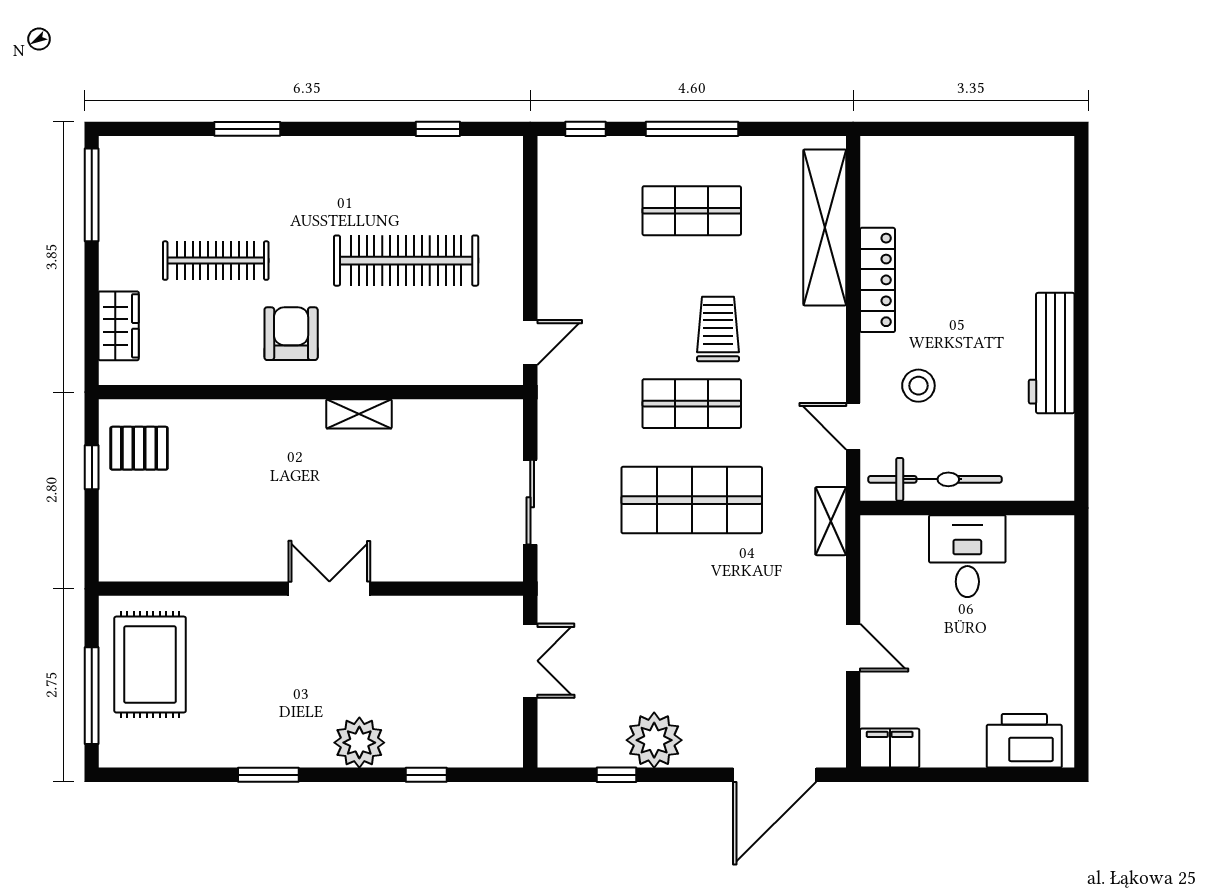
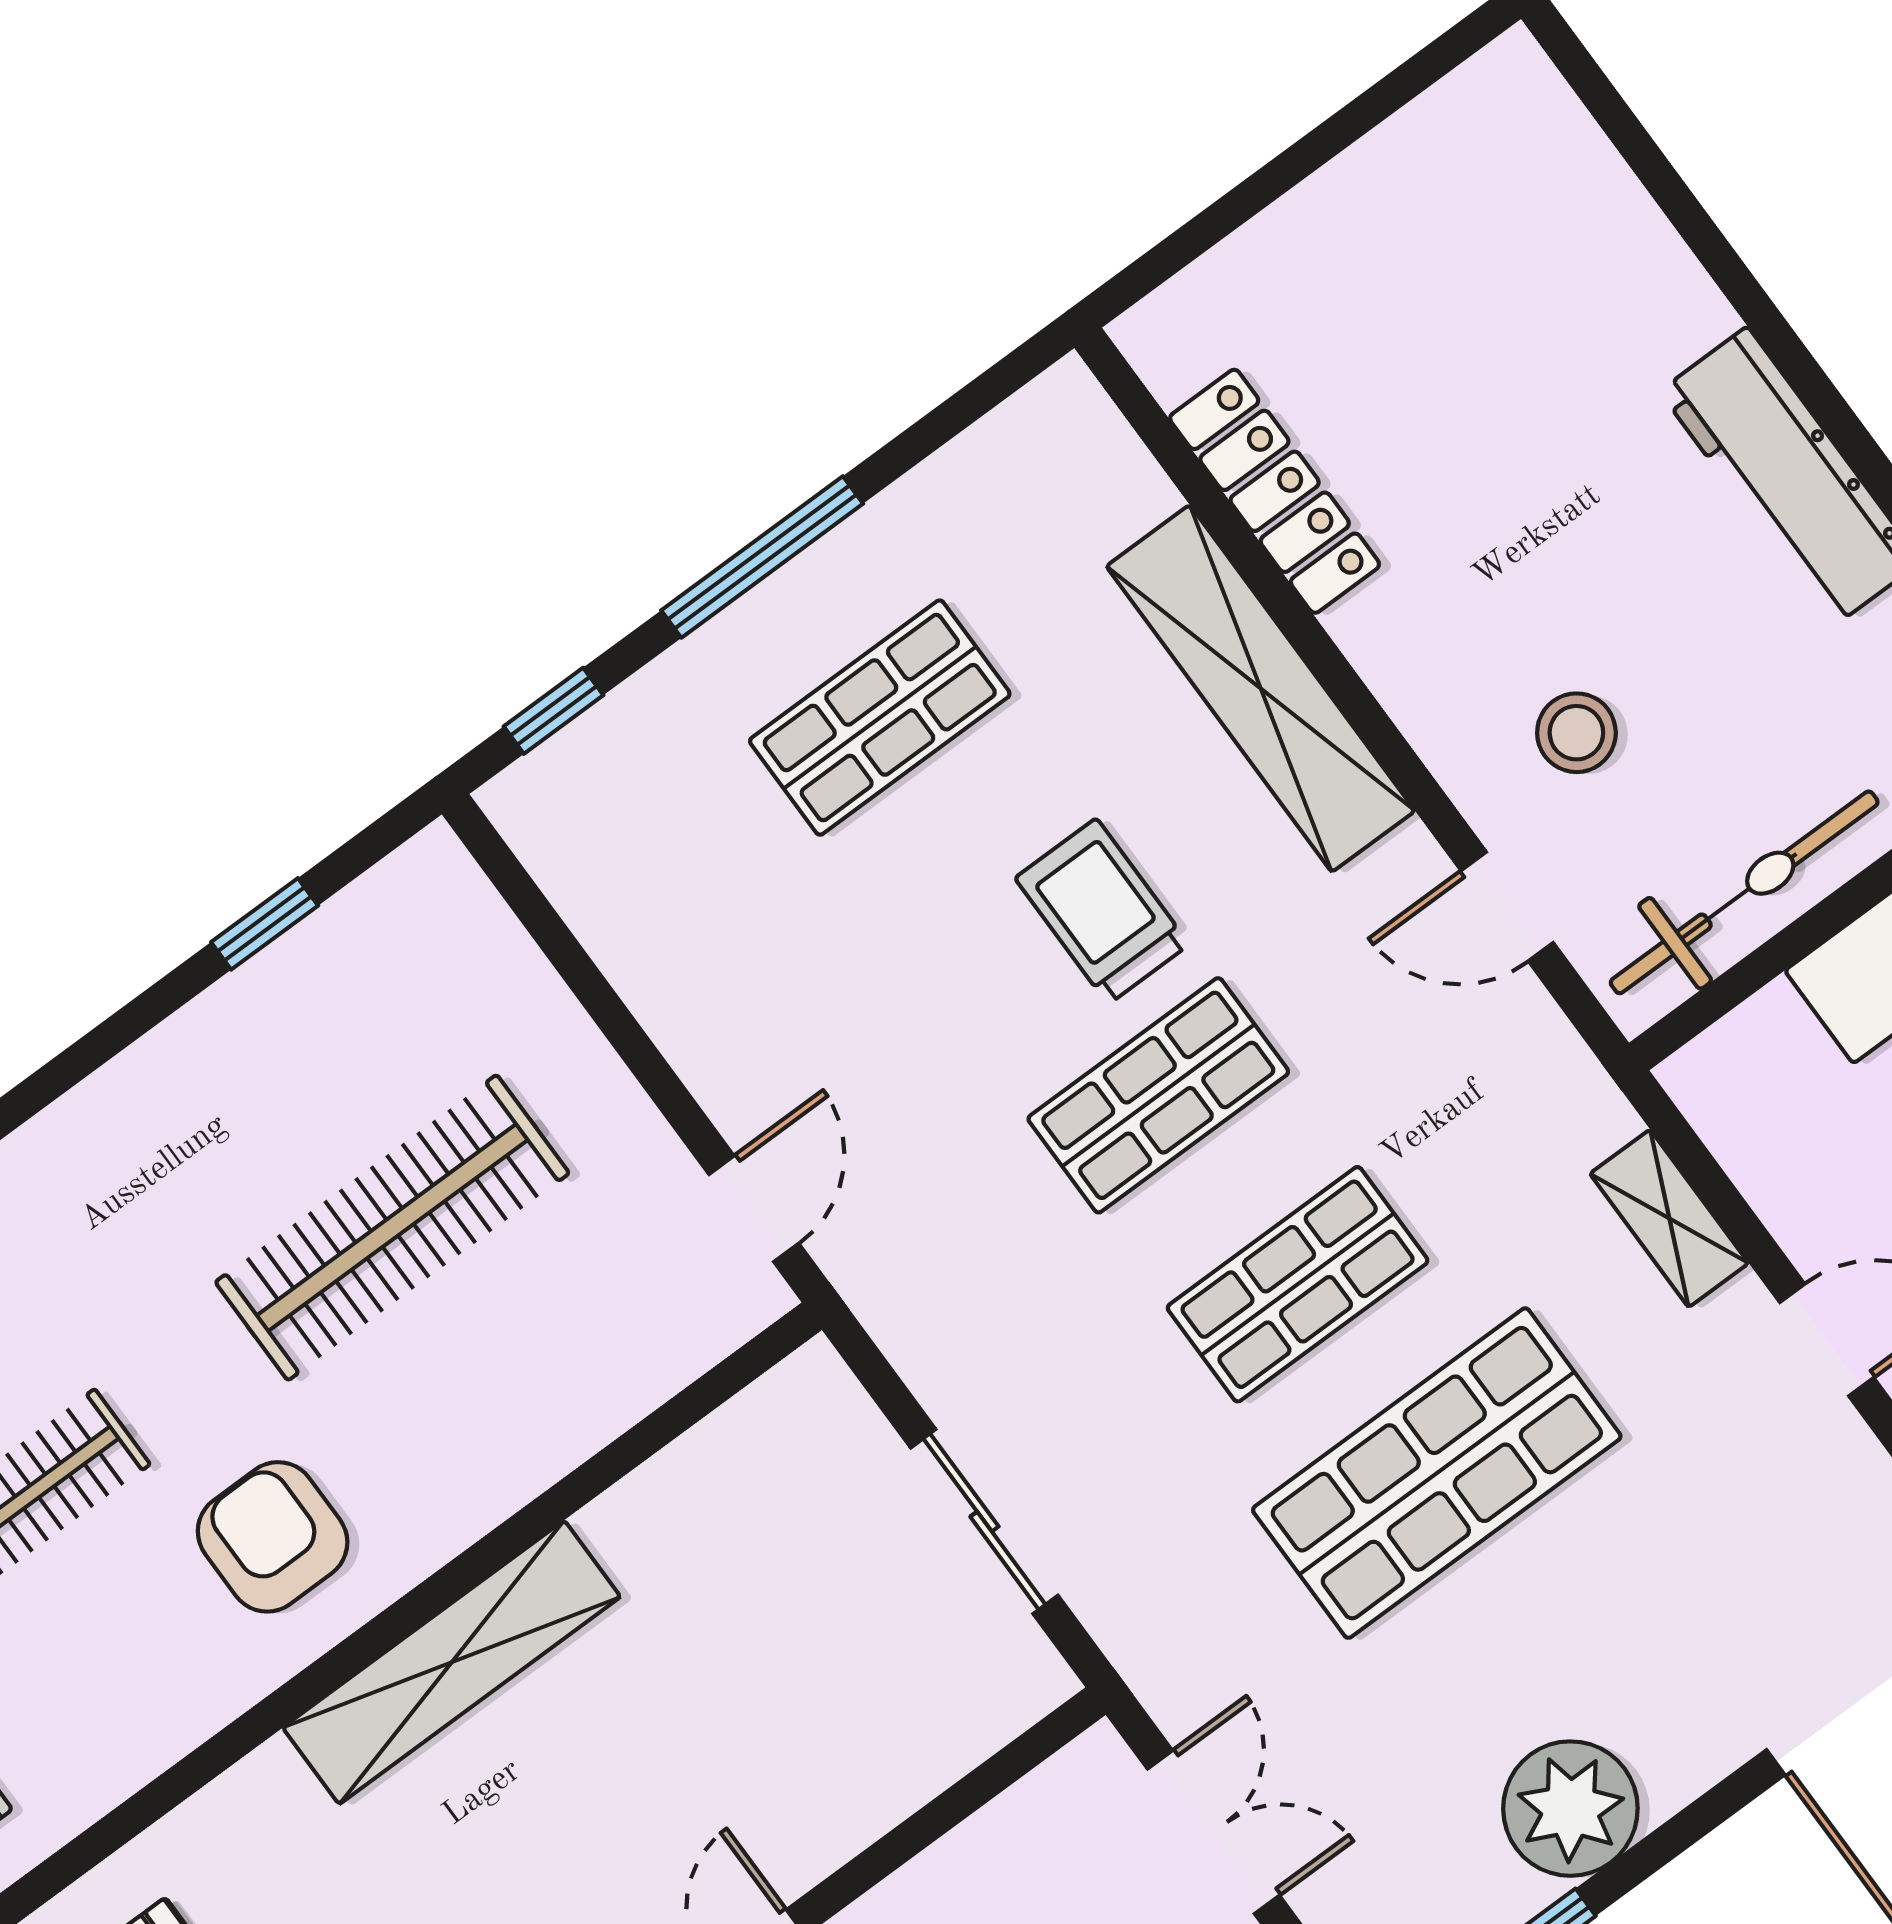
shelving: (825, 227) -> (1261, 688), moved
locker: (877, 280) -> (1275, 491), moved
shelving: (359, 414) -> (452, 1662), width x2.20, depth x1.33
shop shelf: (692, 500) -> (1298, 1284), width x0.70, depth x0.74
shelving: (831, 521) -> (1669, 1218), moved
shop shelf: (692, 597) -> (1437, 1473), added

